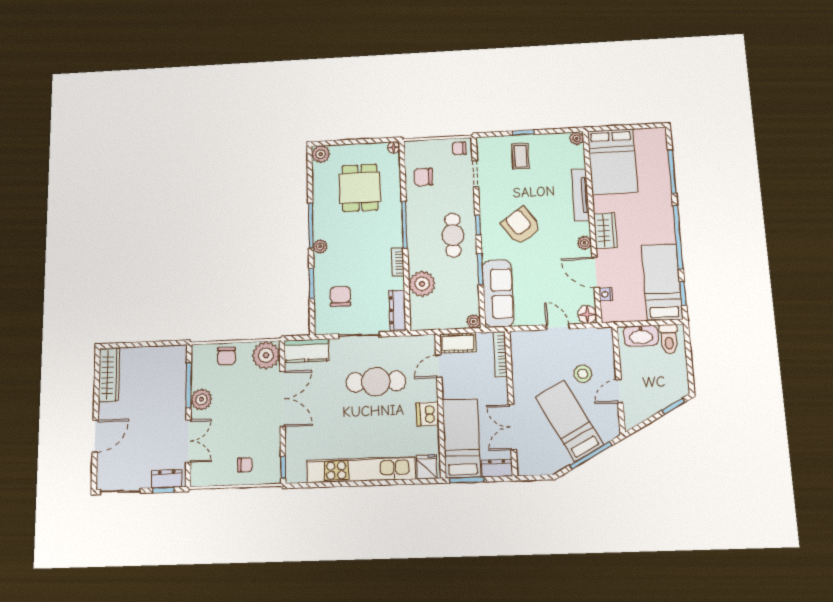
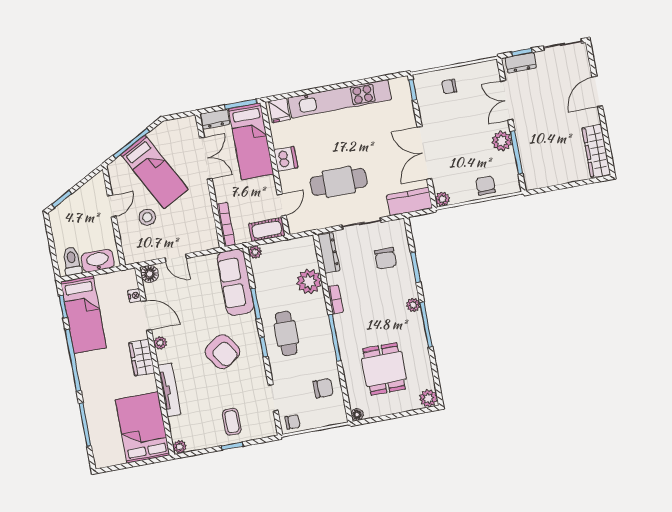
plant: (266, 355) -> (442, 199), width x0.53, depth x0.53

